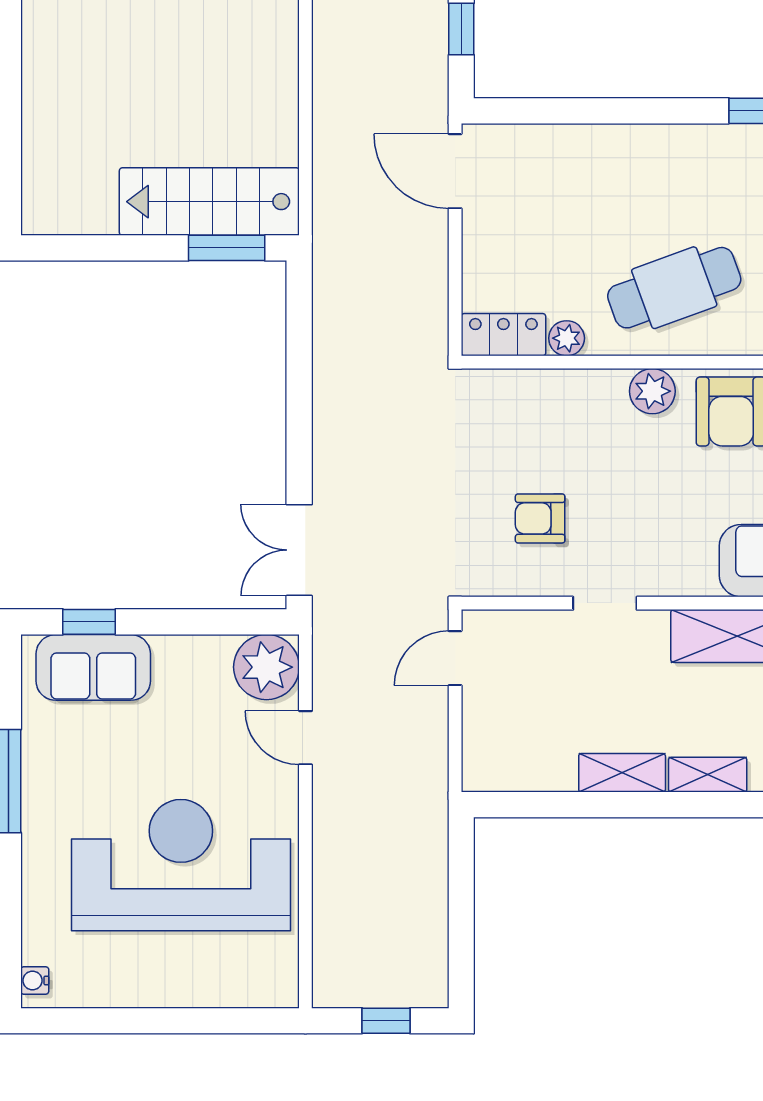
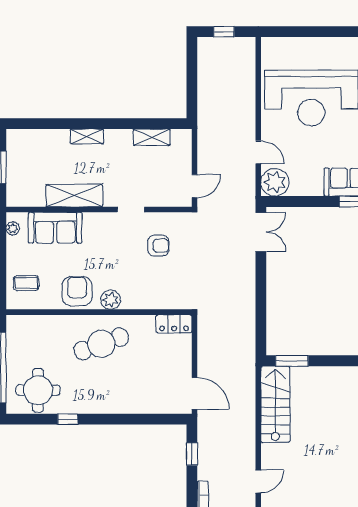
stairs: (209, 202) -> (275, 404), moved, turned -90
plant: (567, 338) -> (147, 322), removed
shelving: (622, 773) -> (152, 137), moved

